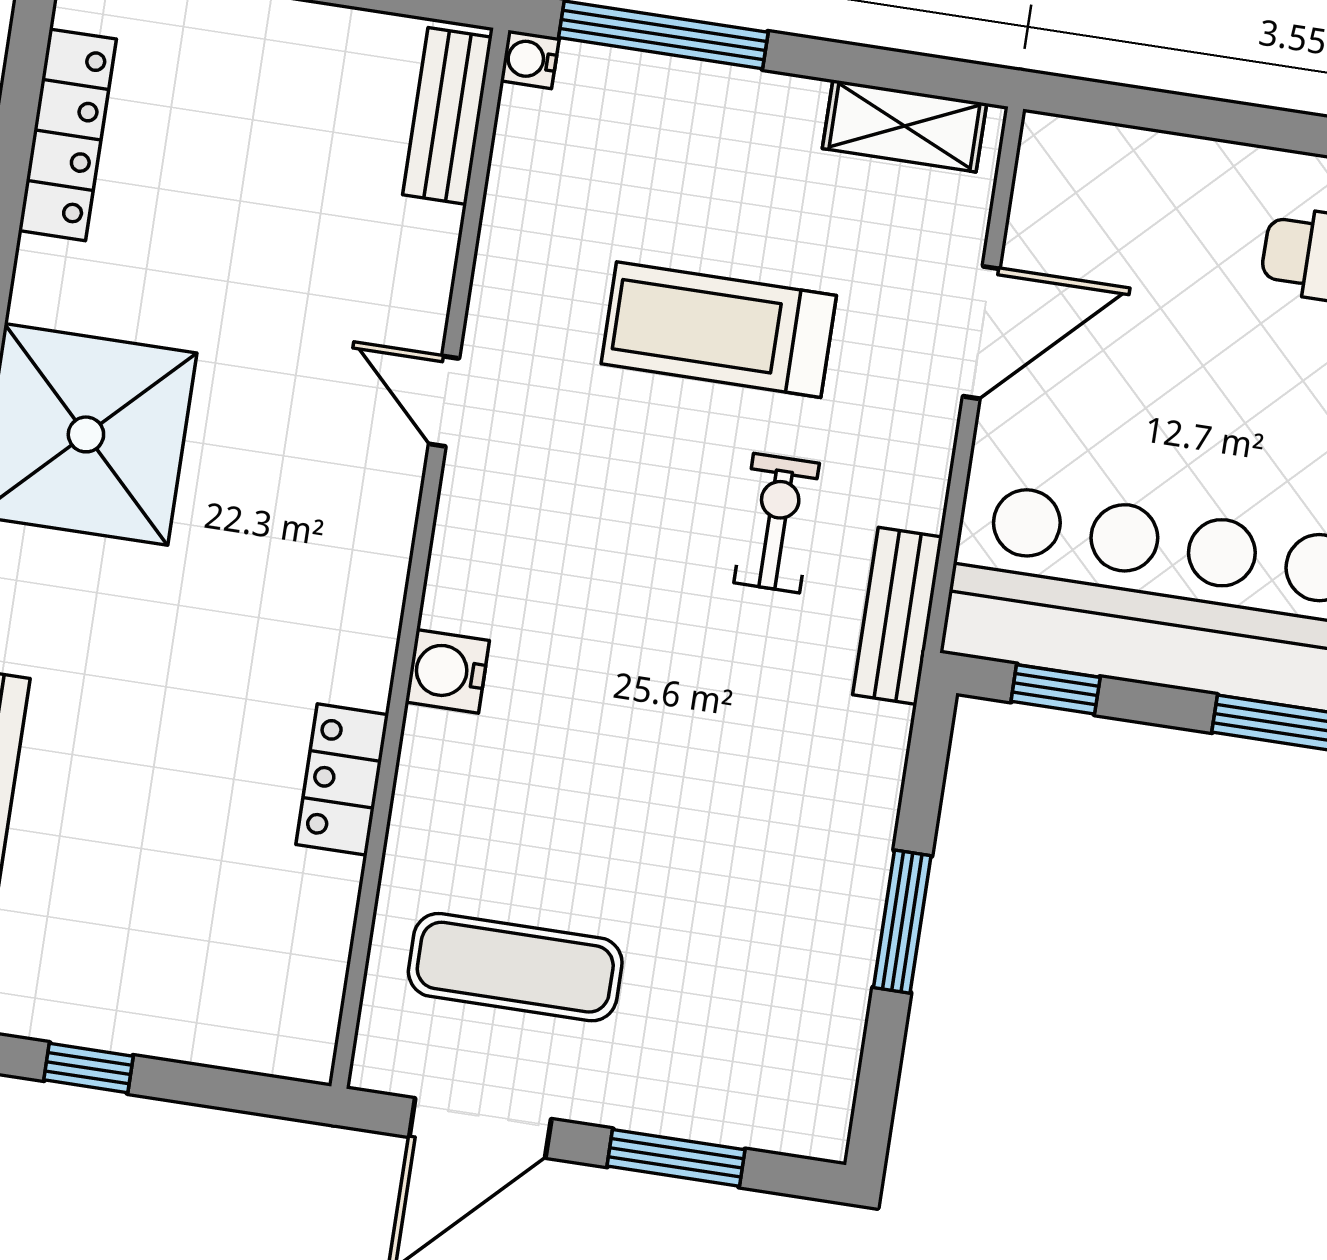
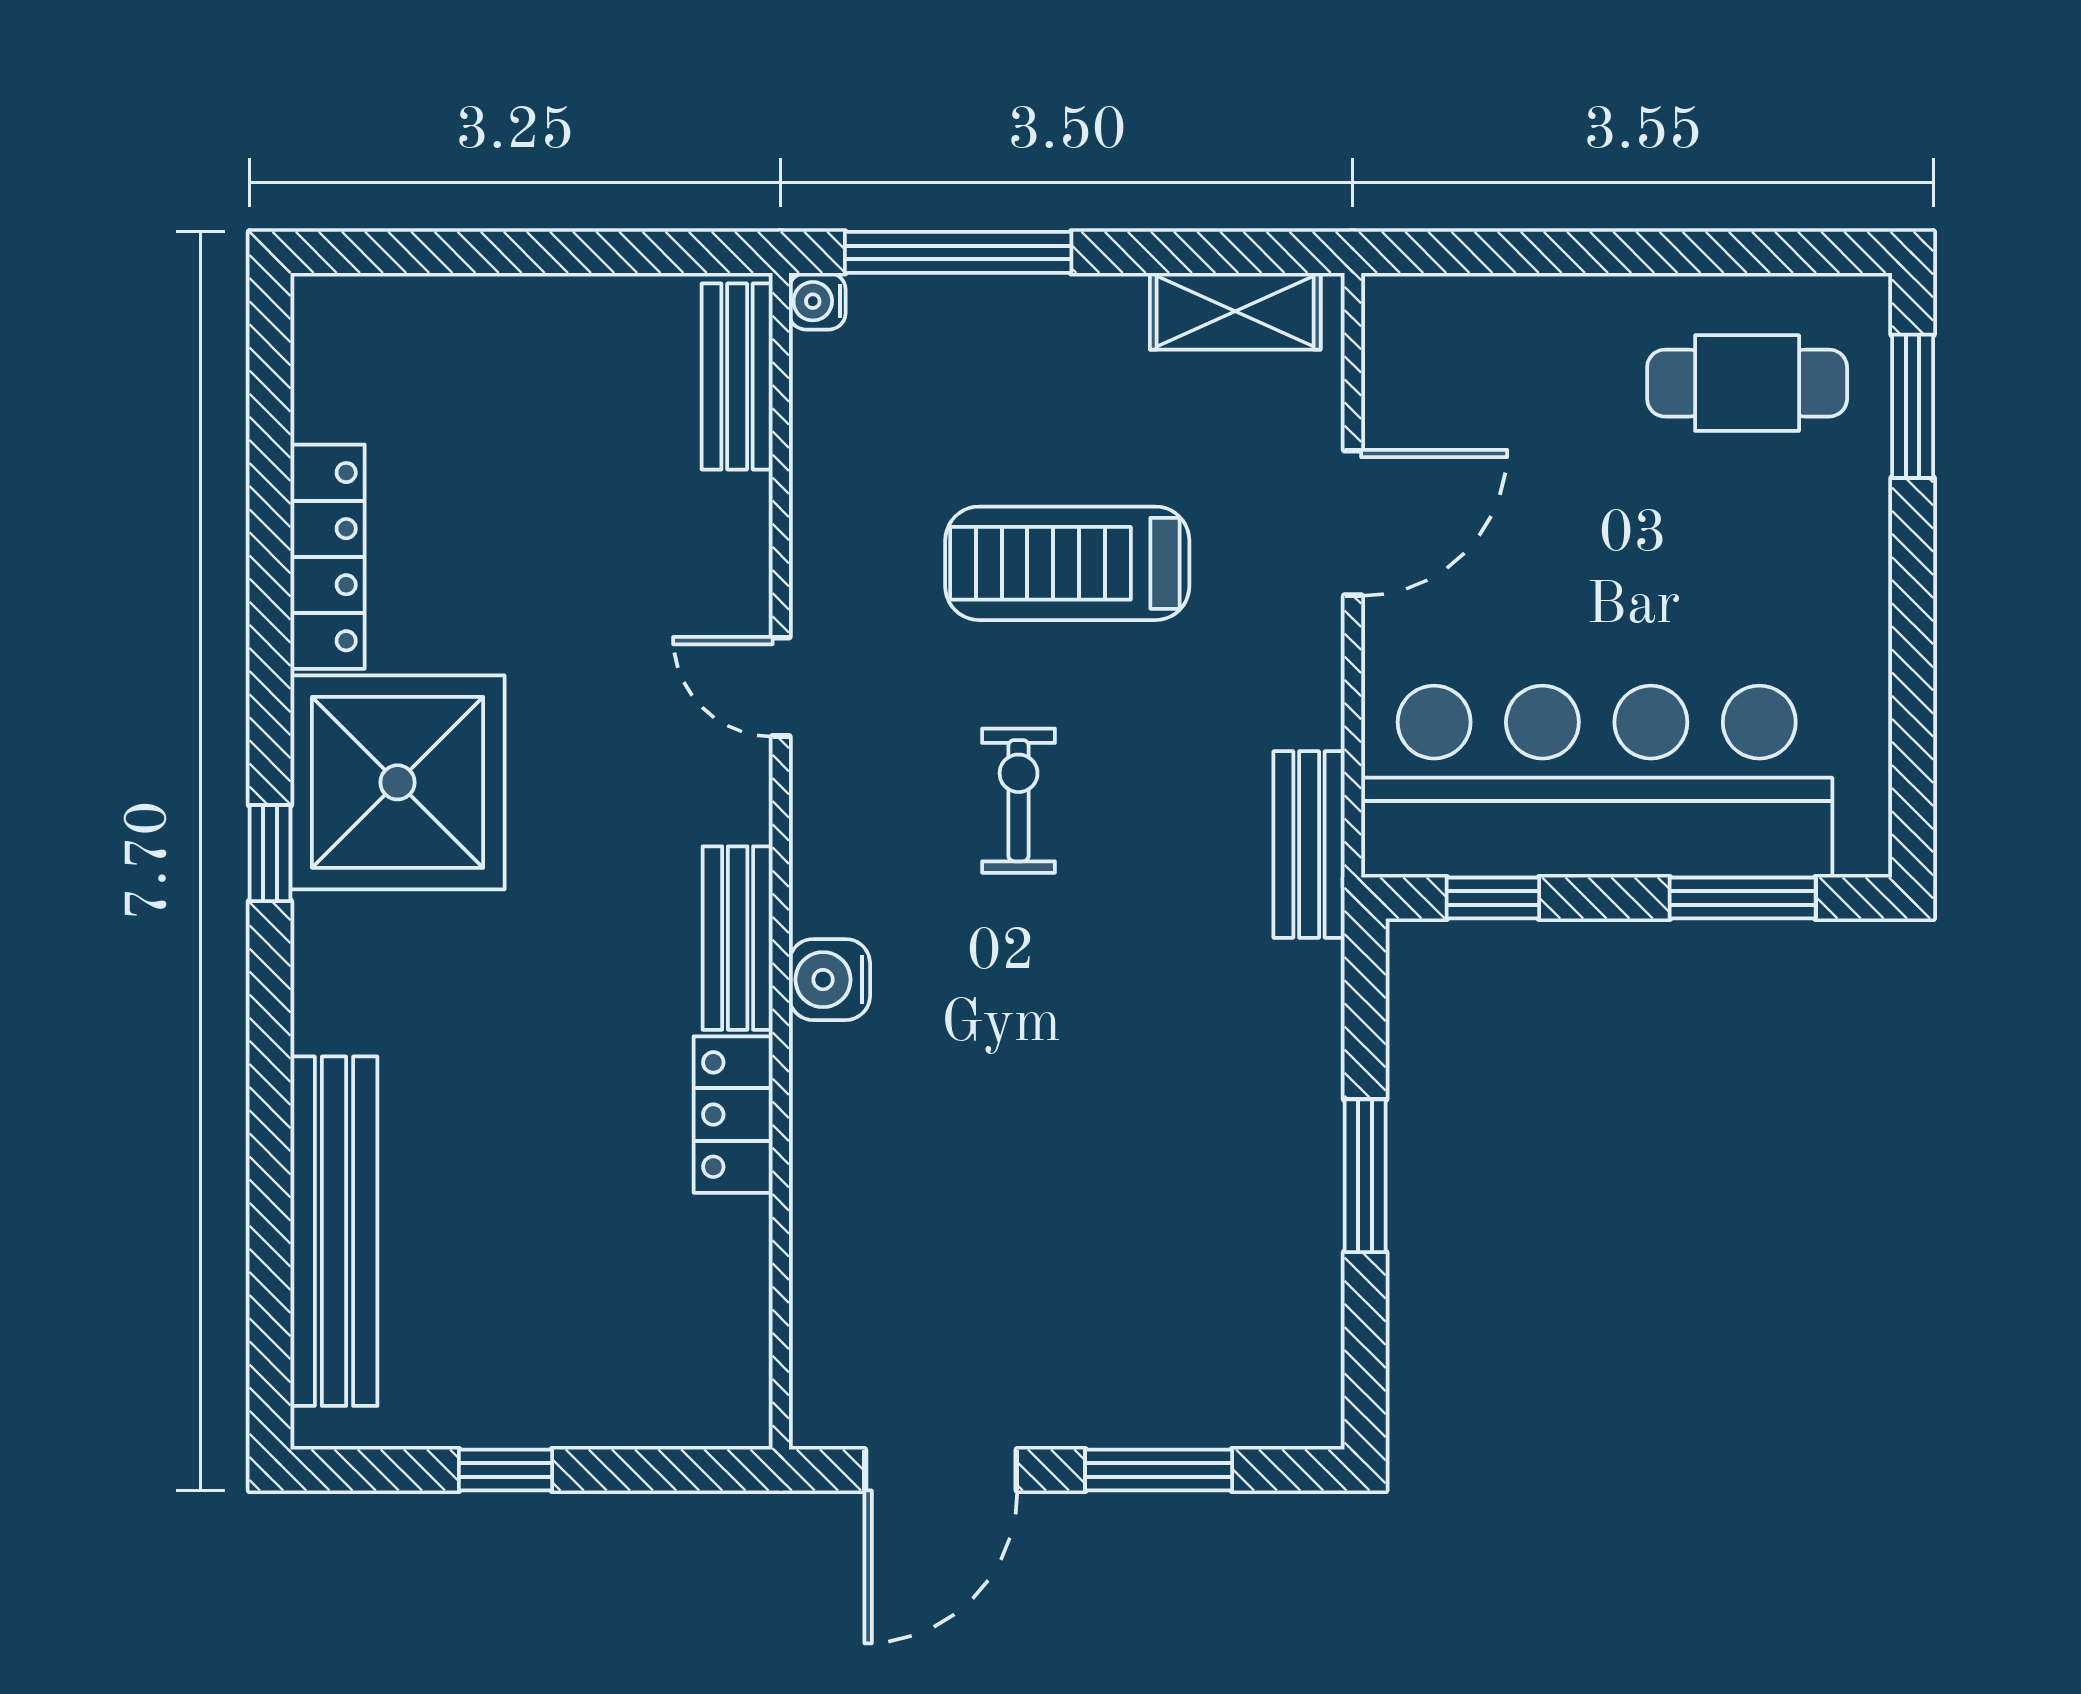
locker: (67, 135) -> (328, 557), moved
exercise bike: (777, 523) -> (1019, 801), moved
bench: (370, 621) -> (738, 938), added
exercise mat: (515, 967) -> (952, 1290), removed

